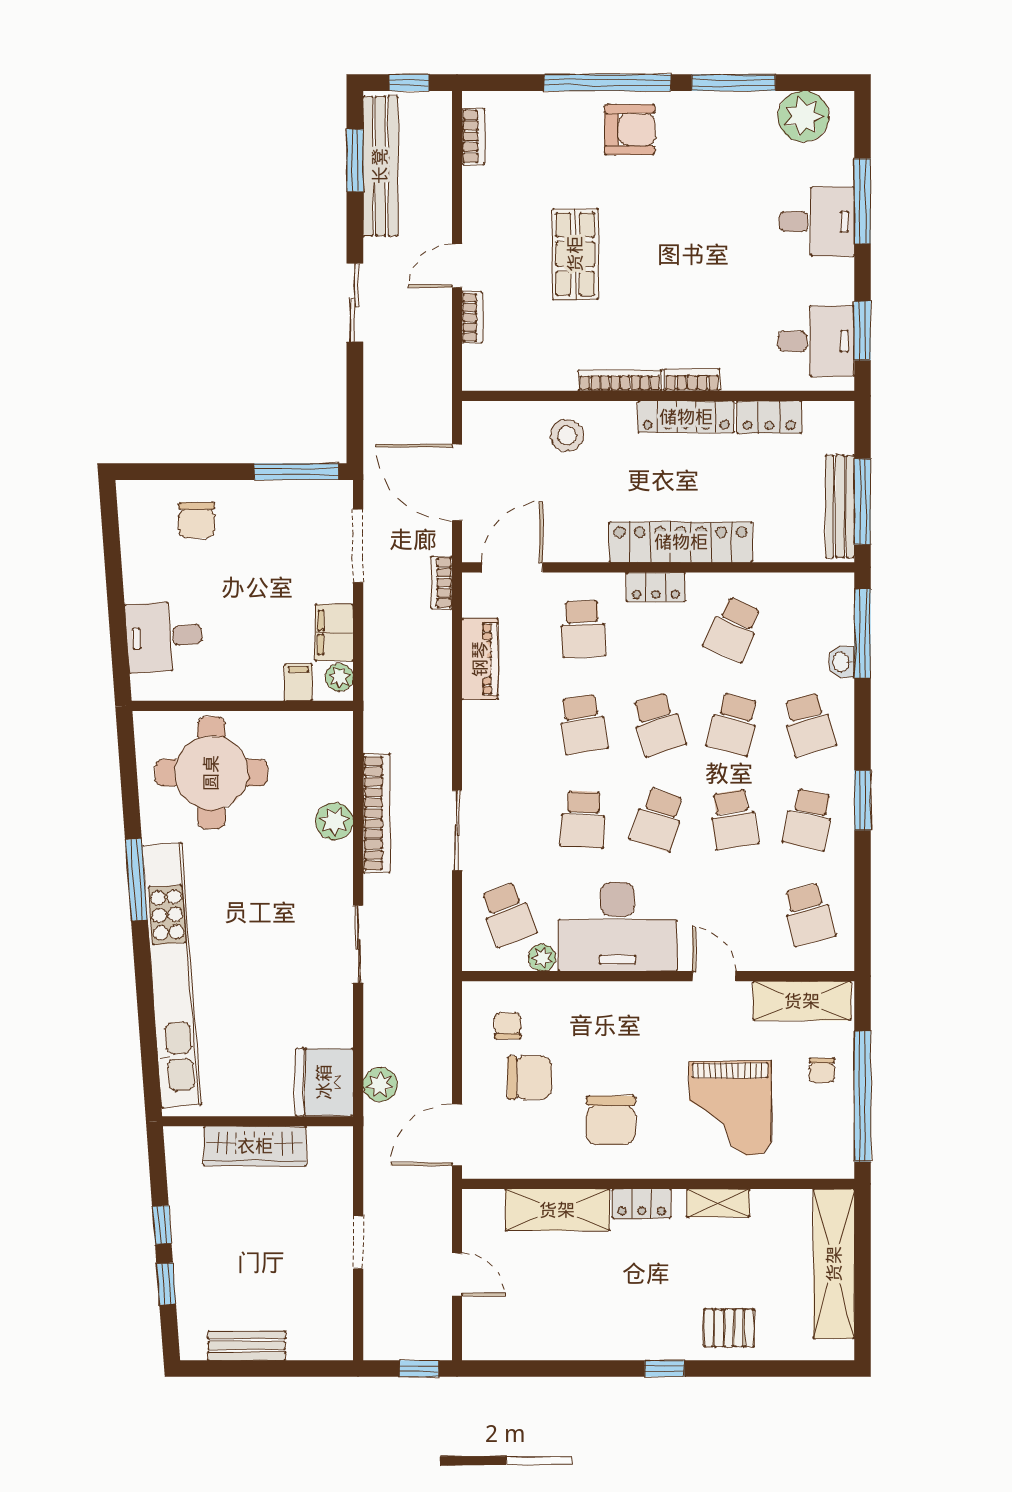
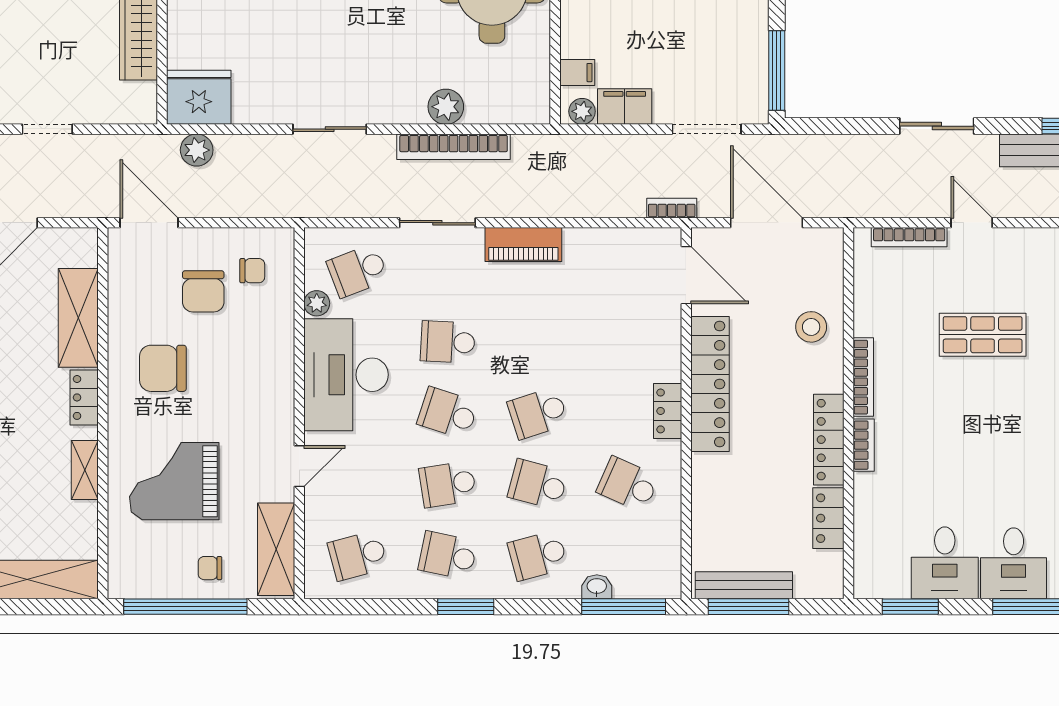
bookcase: (472, 317) -> (909, 237), width x1.56
desk: (816, 341) -> (945, 563), moved
door: (457, 482) -> (767, 223), hinge flipped
locker: (681, 542) -> (710, 384), moved
school desk: (583, 629) -> (628, 342), removed
piano: (480, 659) -> (523, 245), moved
school desk: (583, 724) -> (538, 342), removed

